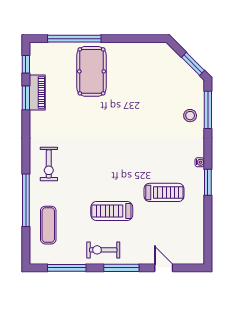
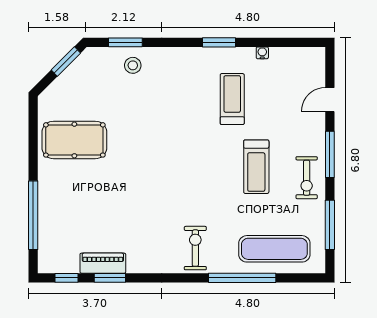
pool table: (92, 71) -> (74, 140), moved
window: (208, 110) -> (125, 42), width x0.69
water cooler: (200, 162) -> (262, 53), moved
exercise bike: (49, 164) -> (195, 248), turned -90
exercise mat: (48, 225) -> (274, 249), width x1.36, depth x1.45

